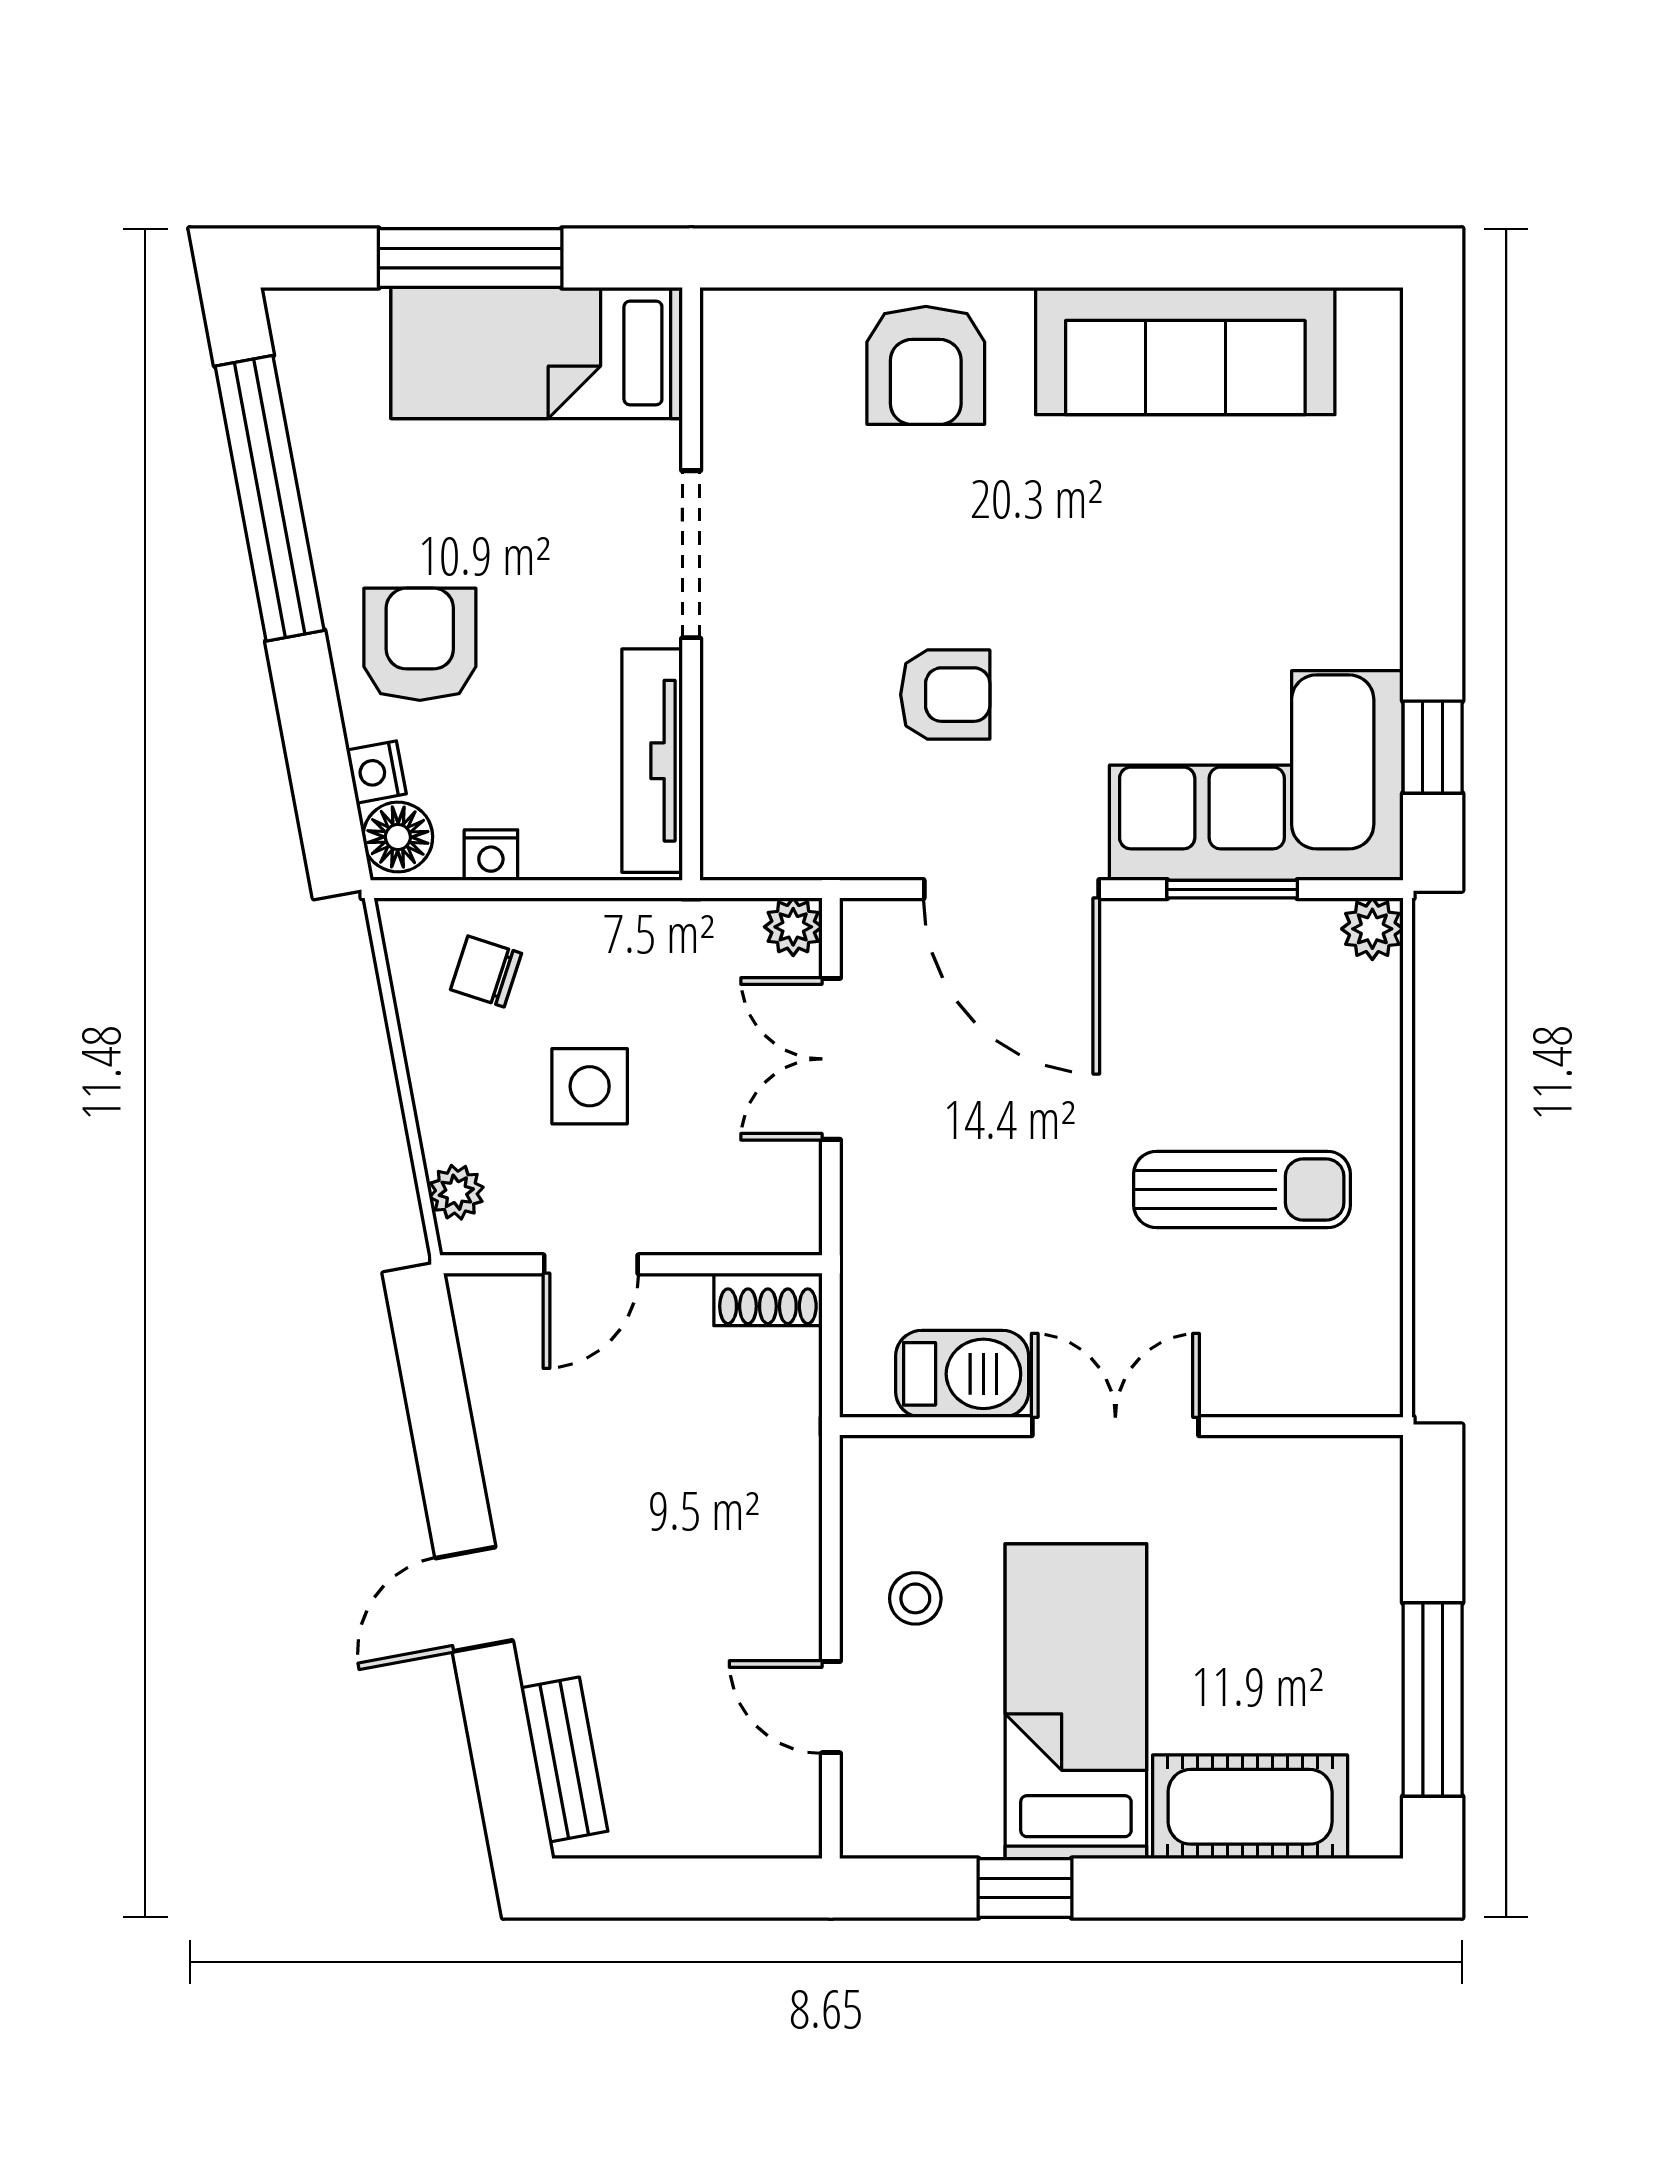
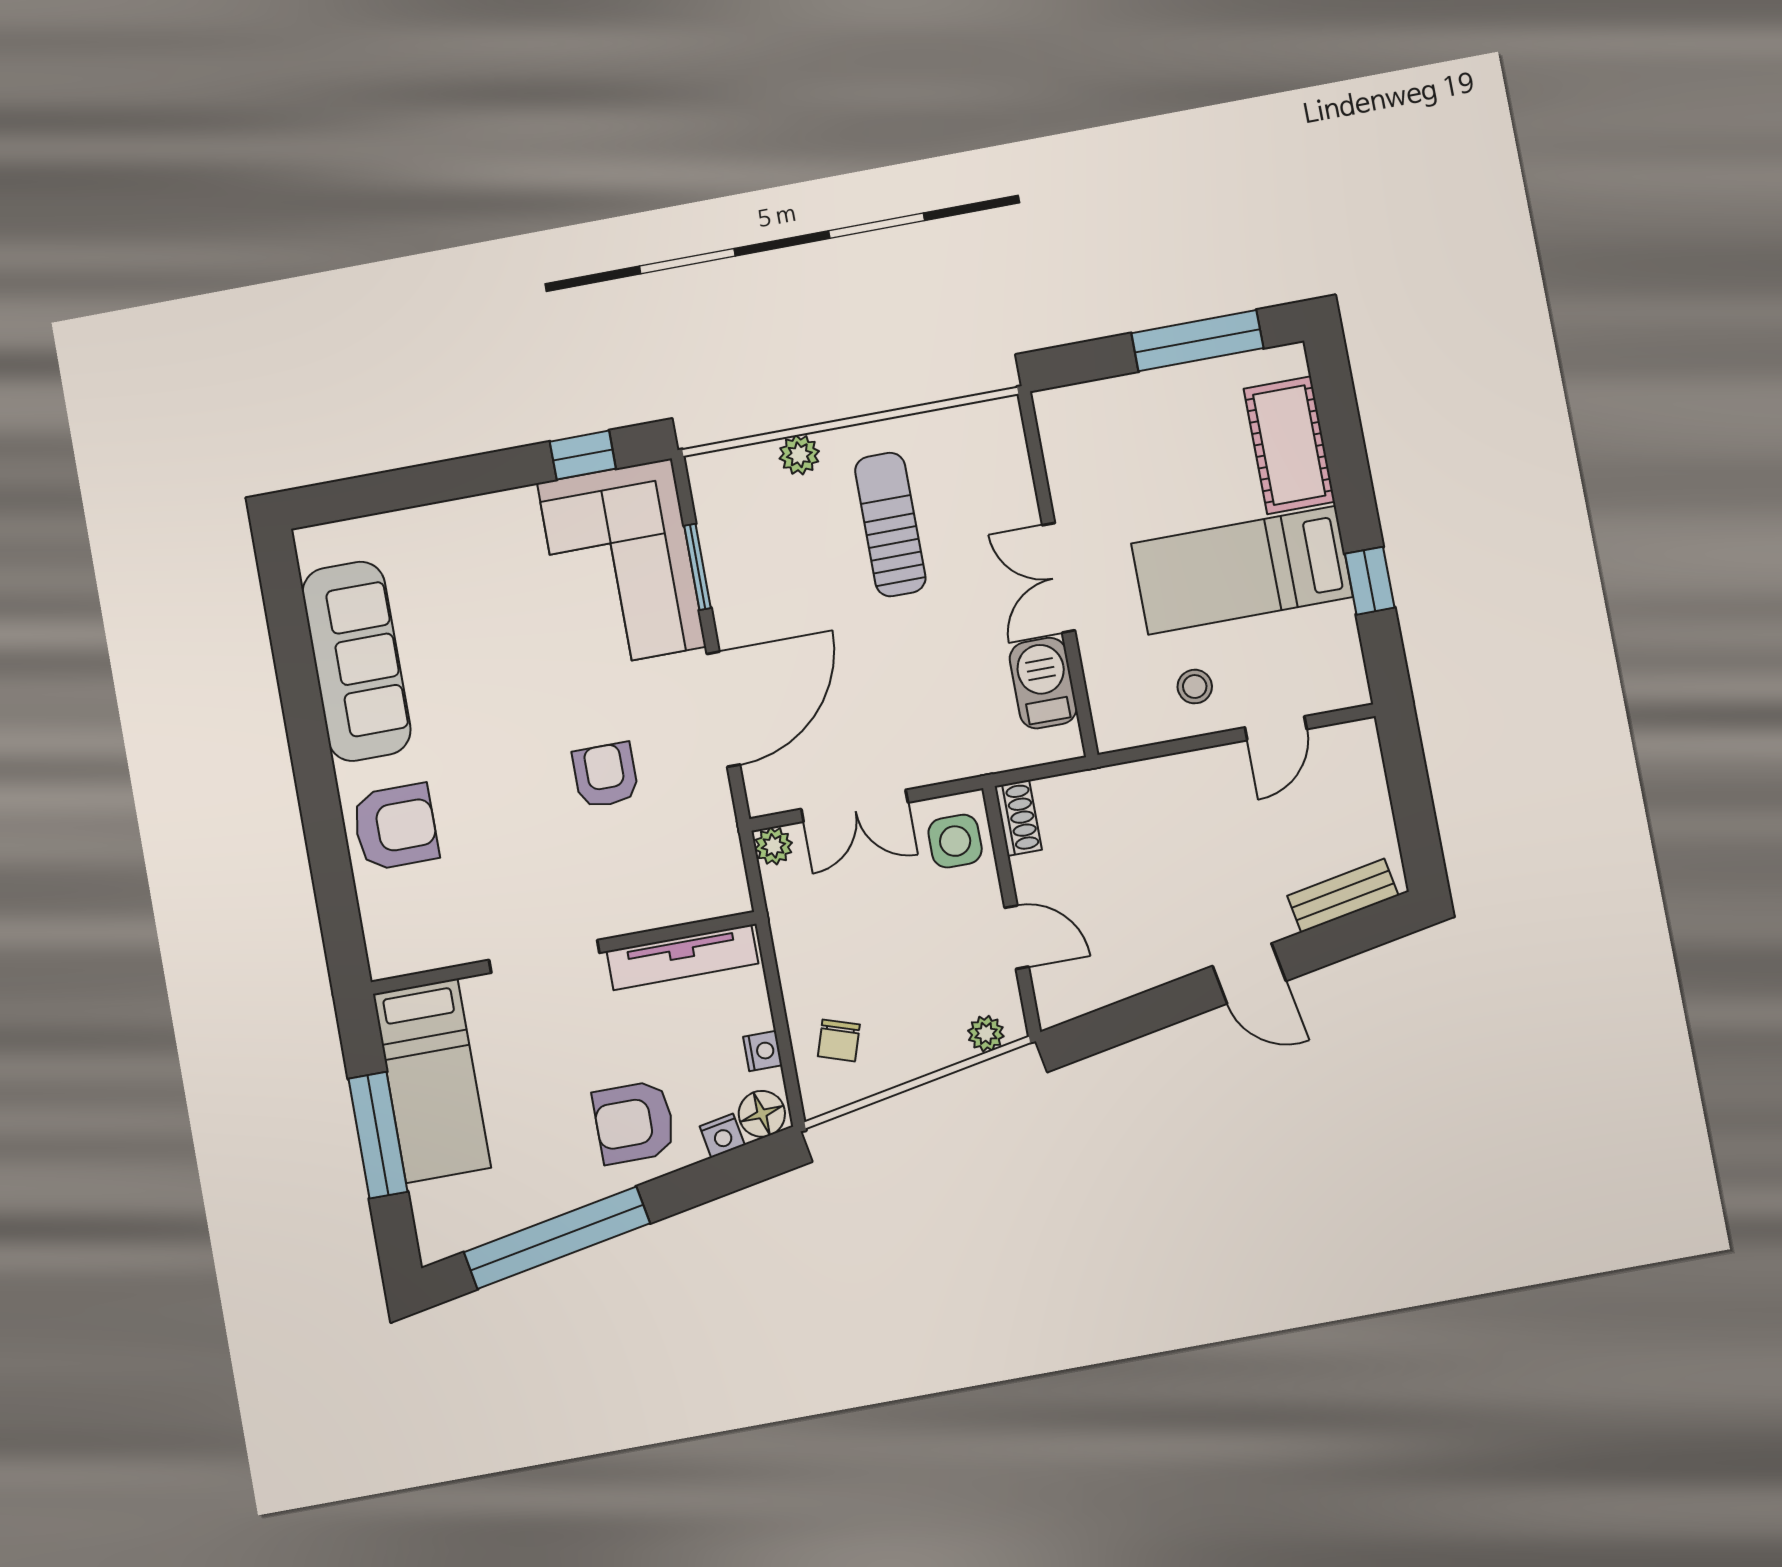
plant: (1372, 929) -> (799, 455), moved
side table: (590, 1086) -> (955, 841), moved

